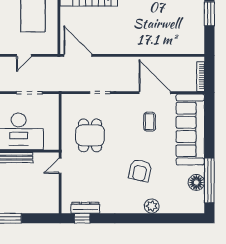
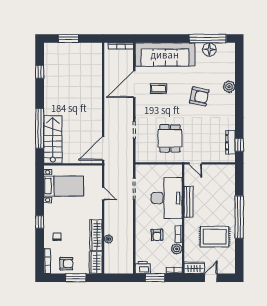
dining table: (90, 135) -> (170, 138), turned 90

